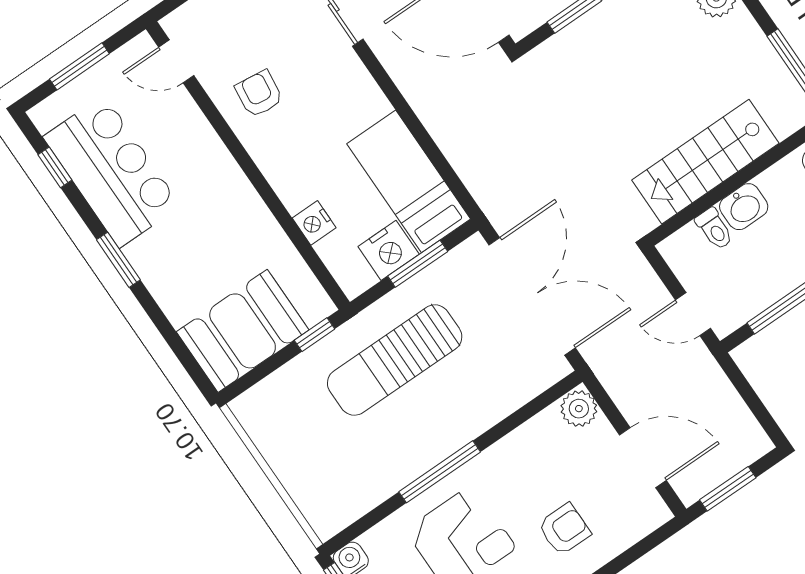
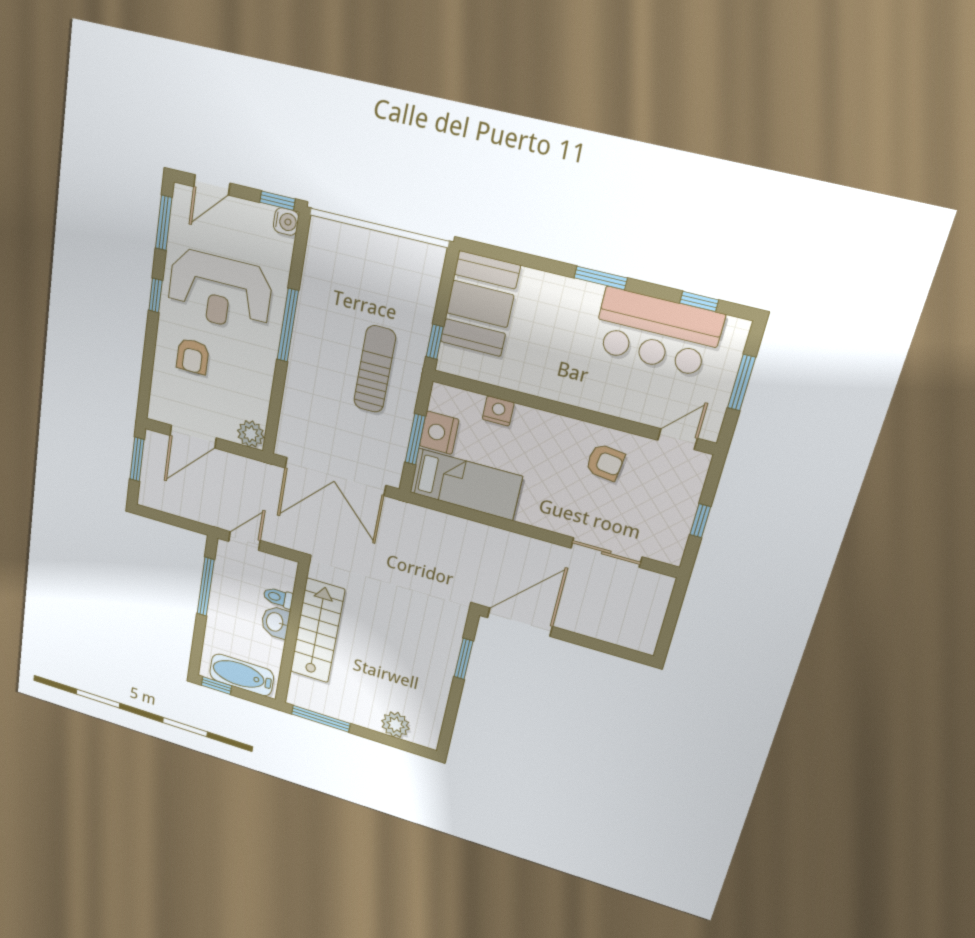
sun lounger: (395, 360) -> (375, 369), width x0.73, depth x0.75

